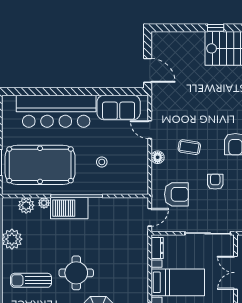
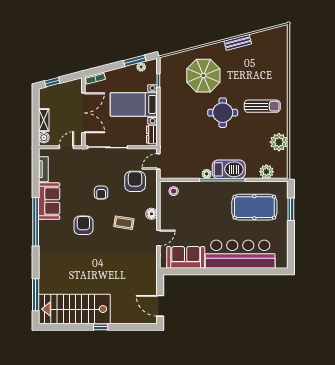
door: (148, 70) -> (160, 306), moved
door: (150, 130) -> (158, 238), hinge flipped
stool: (102, 162) -> (174, 191), moved
pool table: (40, 165) -> (254, 207), width x0.73, depth x0.76
armchair: (176, 194) -> (135, 181), turned 90
plant: (44, 203) -> (207, 174), moved
double door: (236, 273) -> (83, 113), width x1.37

